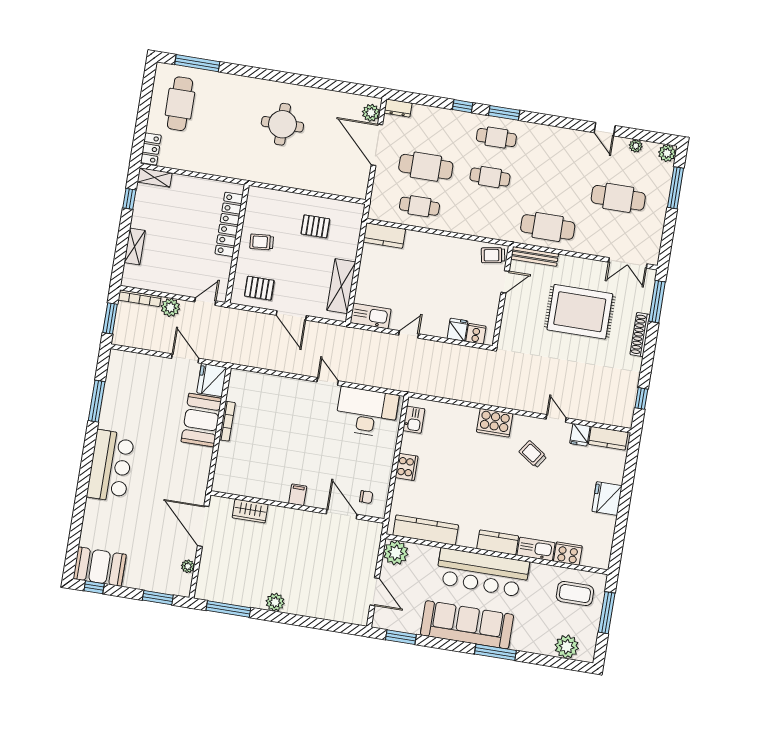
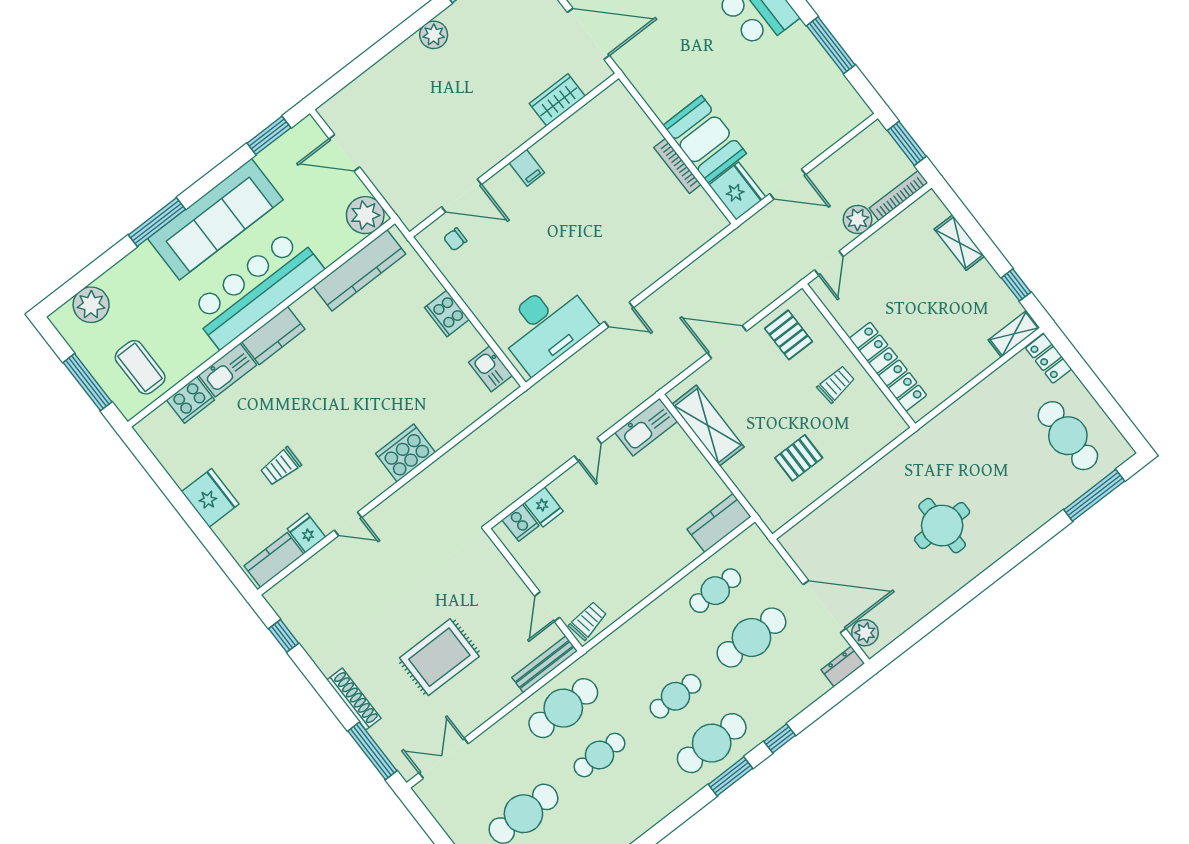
cafe table: (496, 138) -> (712, 743), width x1.37, depth x1.35
cafe table: (554, 187) -> (599, 755), added
pallet: (259, 288) -> (789, 335), turned 90
rug: (580, 312) -> (439, 657), width x0.73, depth x0.69
trolley: (533, 454) -> (281, 466), moved, turned 146
coffee table: (575, 594) -> (140, 367), turned 90

